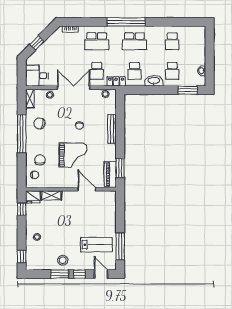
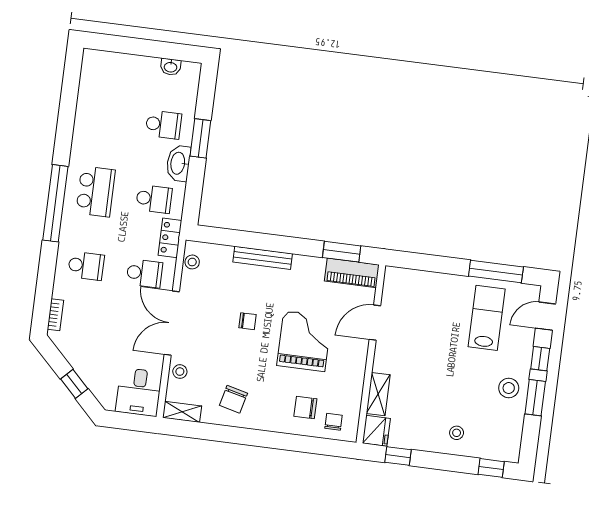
school desk: (97, 41) -> (86, 266), width x0.54
school desk: (172, 41) -> (105, 117), removed
window: (188, 90) -> (200, 138), moved
window: (22, 134) -> (249, 437), removed

